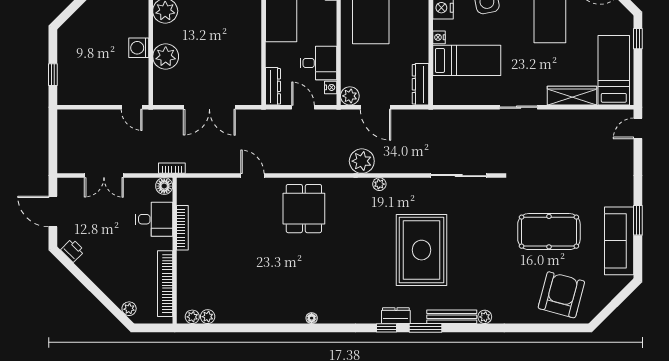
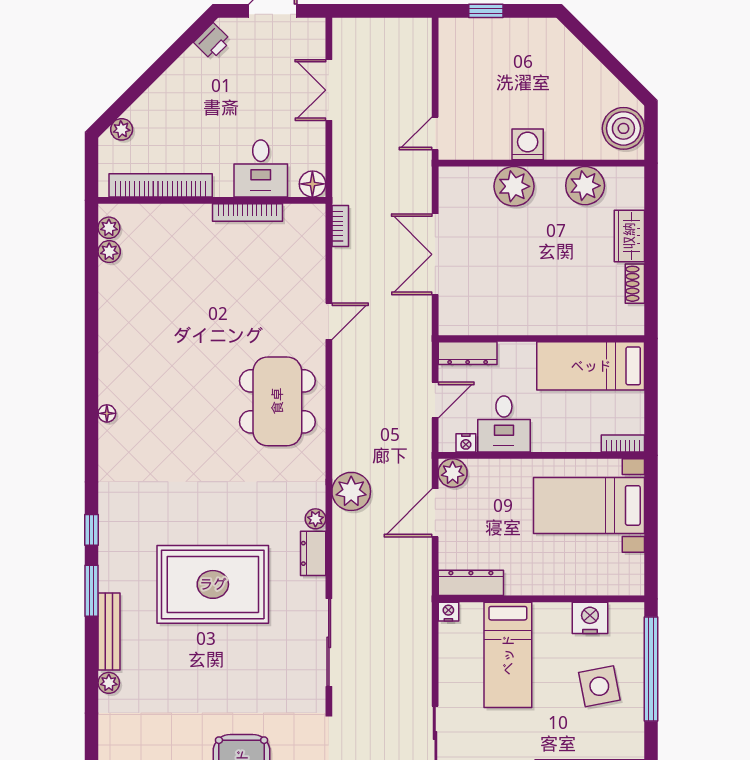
nightstand: (439, 37) -> (448, 612), moved
bookcase: (172, 168) -> (340, 226), moved
dining table: (304, 209) -> (277, 401), width x1.37
dresser: (396, 316) -> (313, 553), moved, turned 180

